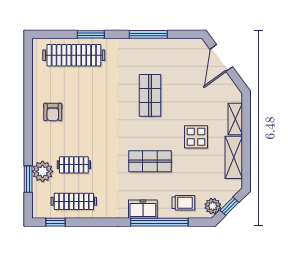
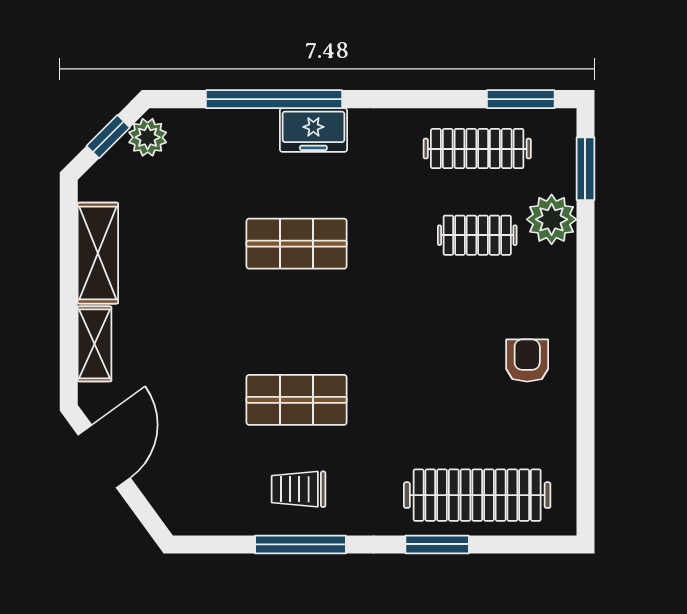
door: (221, 58) -> (104, 456), moved
shop shelf: (150, 95) -> (297, 400), turned 90
display table: (196, 137) -> (187, 302), removed
window: (28, 179) -> (585, 169), moved
trolley: (183, 203) -> (298, 489), moved
window: (55, 222) -> (521, 99), width x1.50

